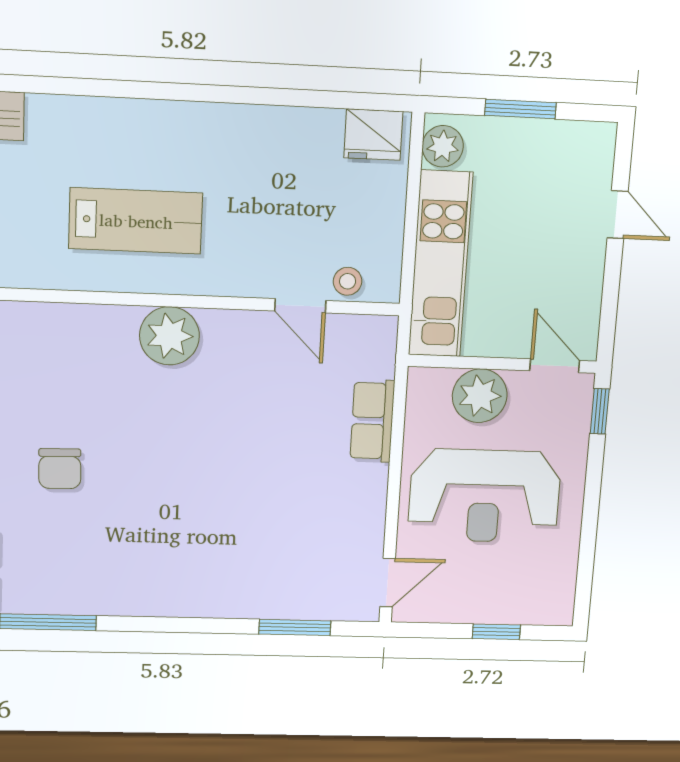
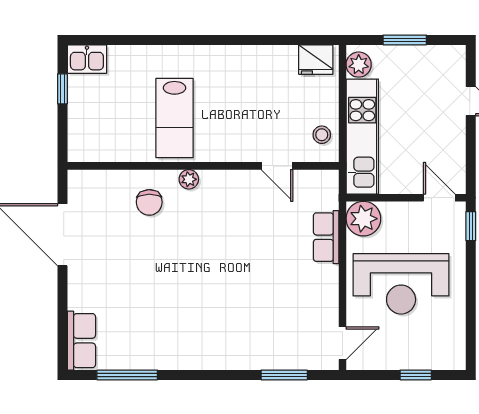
lab bench: (136, 221) -> (174, 118), turned 90
stool: (348, 281) -> (322, 135), moved
plant: (169, 336) -> (189, 179), width x0.53, depth x0.53
plant: (480, 396) -> (363, 219), moved
chair: (60, 469) -> (149, 202), moved

